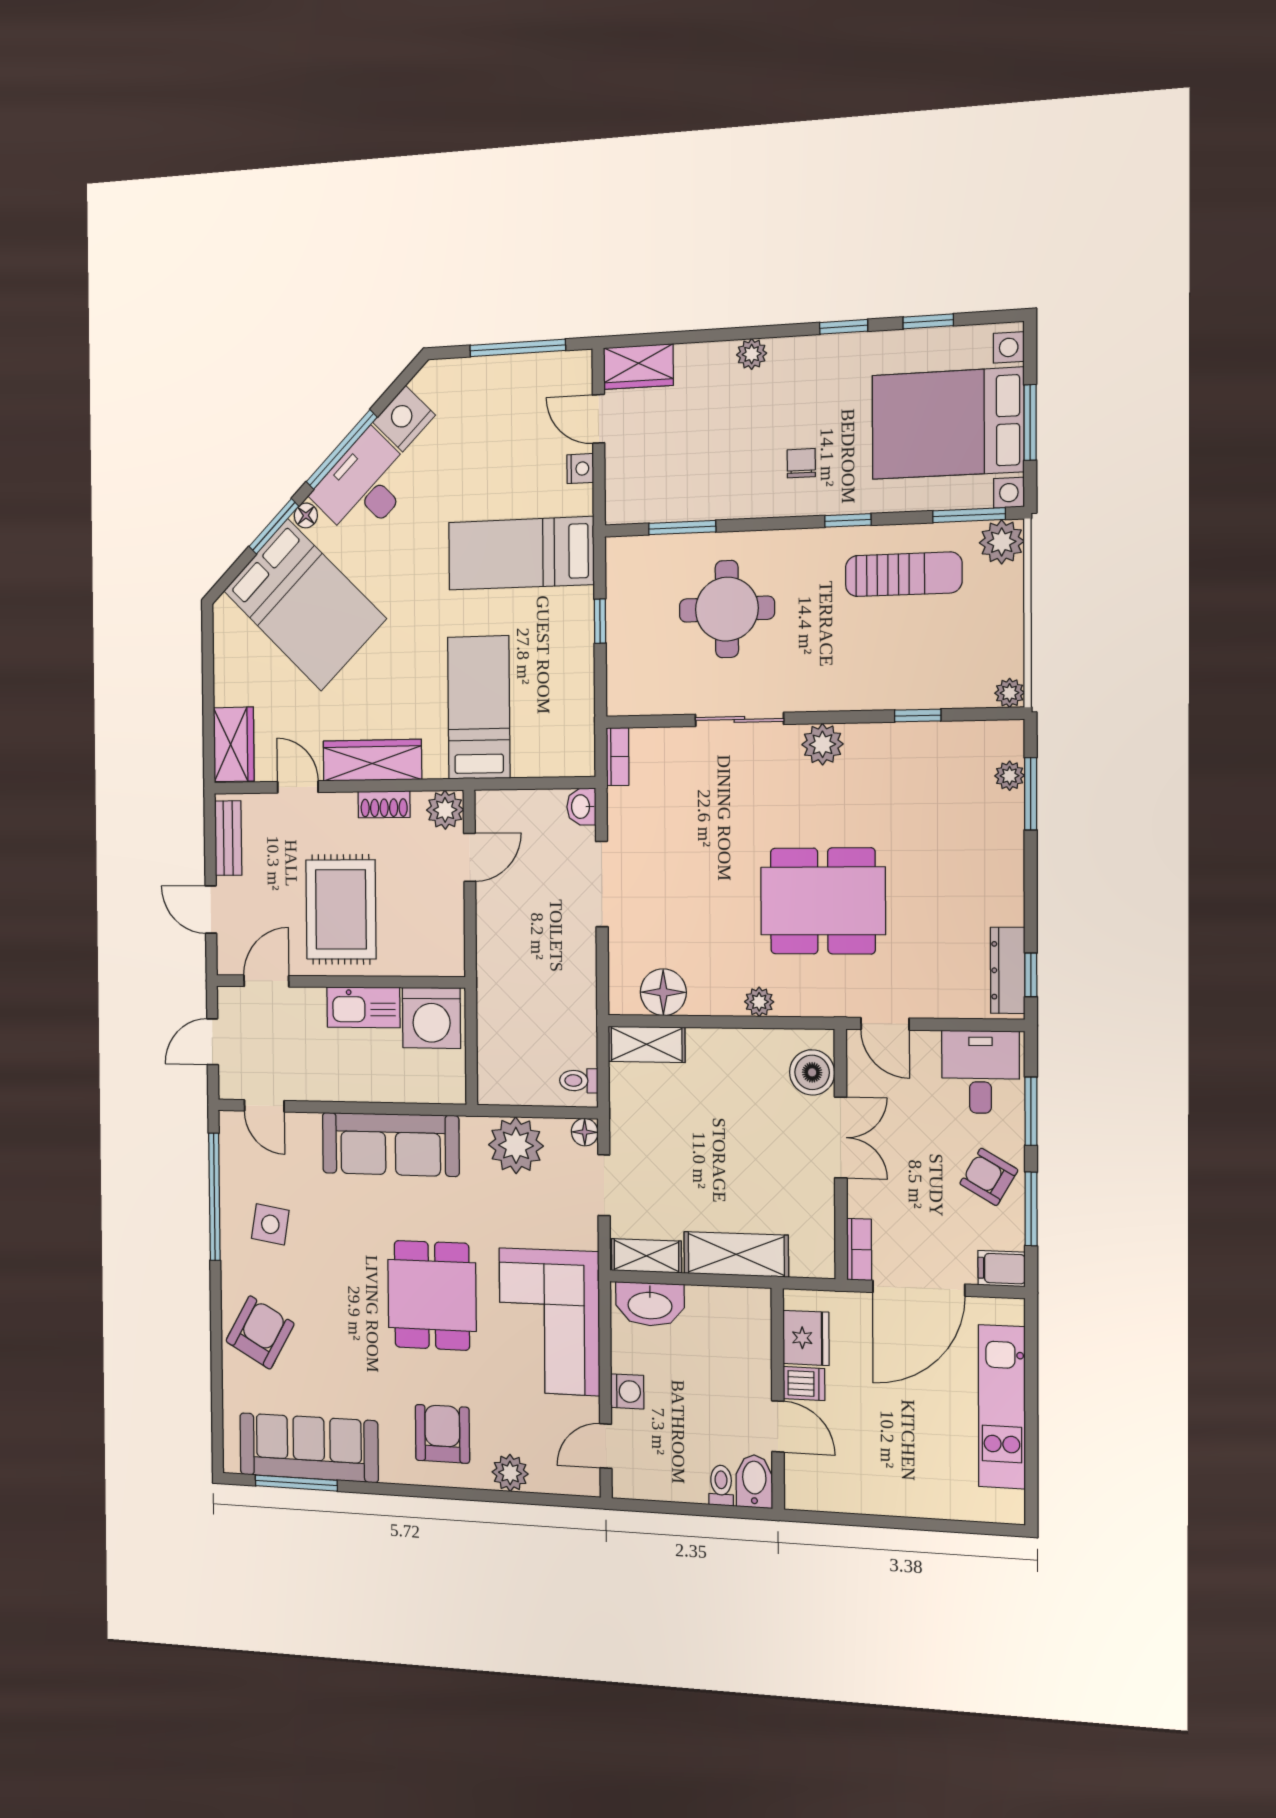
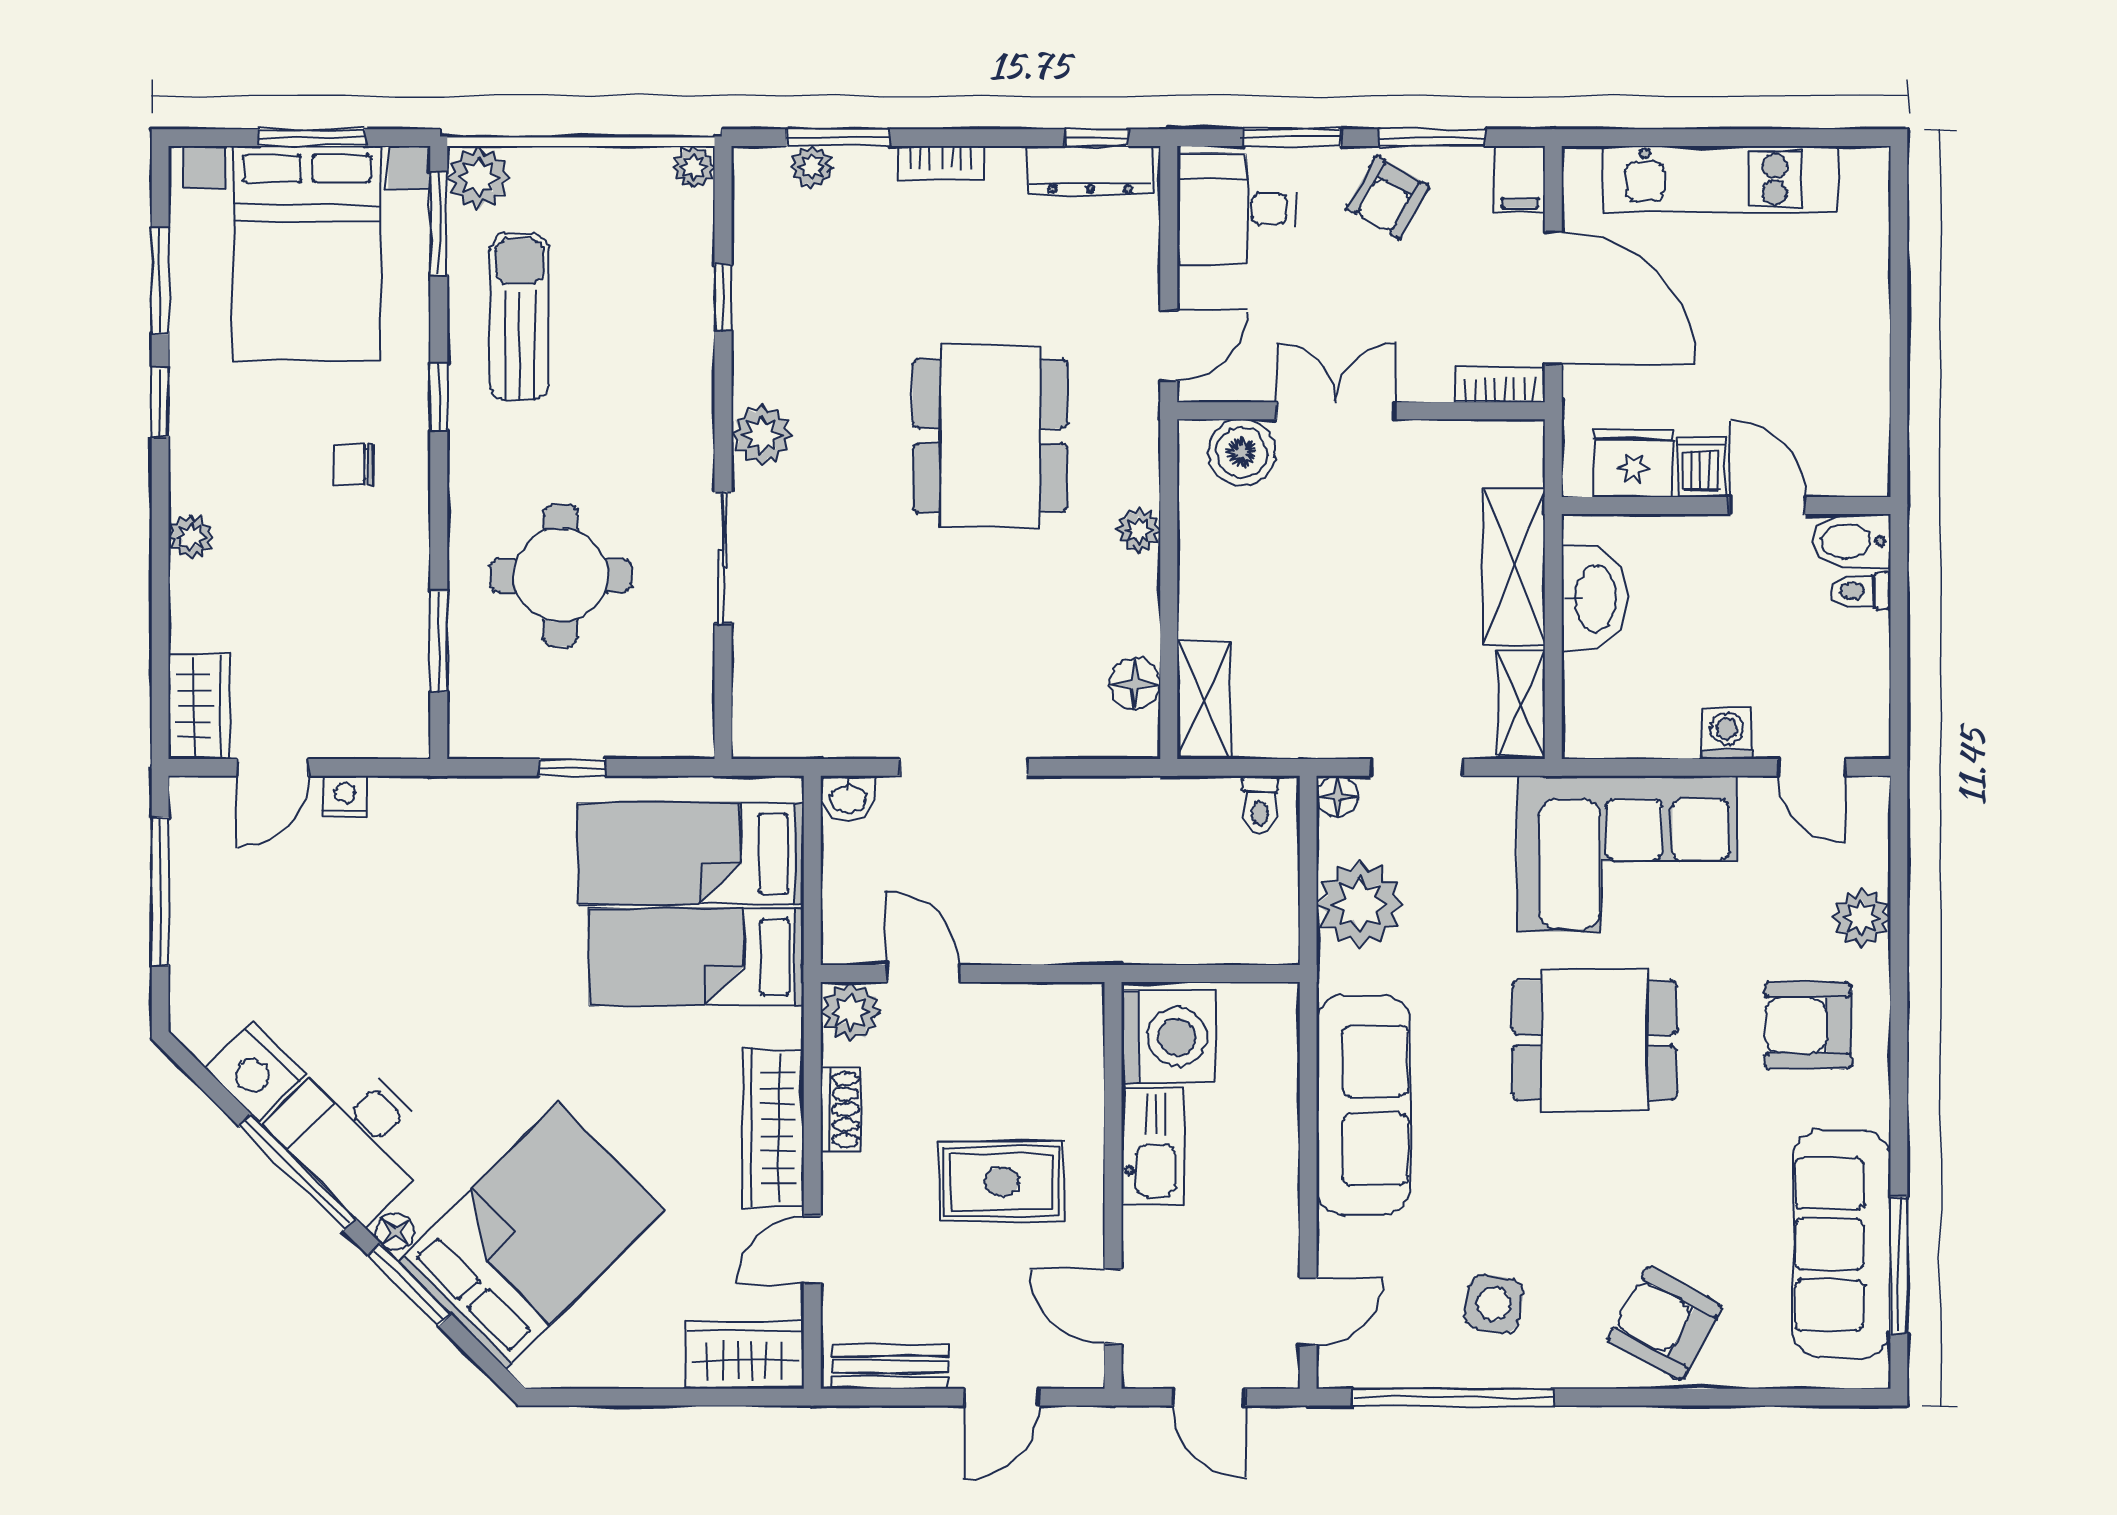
window: (928, 321) -> (160, 281), width x1.50
bed: (521, 553) -> (691, 853), moved, turned 90
bookcase: (618, 757) -> (941, 163), moved, turned 180
rug: (341, 909) -> (1002, 1181), width x0.73, depth x0.70
floor lamp: (663, 992) -> (1135, 684), width x0.73, depth x0.73
washbasin: (650, 1304) -> (1594, 599), moved
door: (778, 1426) -> (1767, 505), hinge flipped

